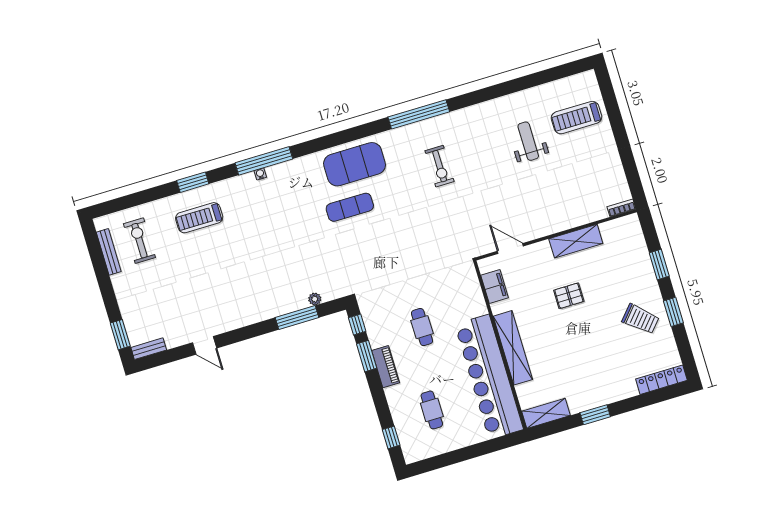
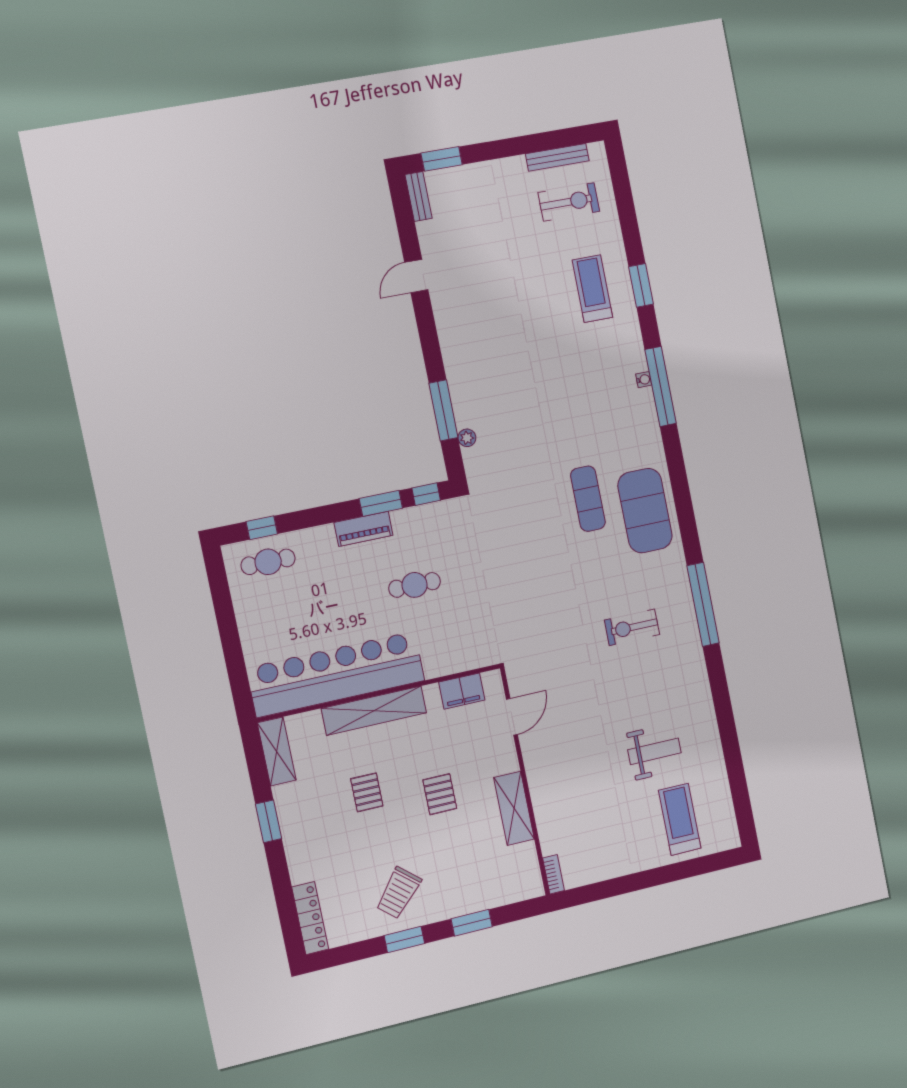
pallet: (571, 348) -> (367, 792), added
cafe table: (432, 410) -> (268, 562), moved

